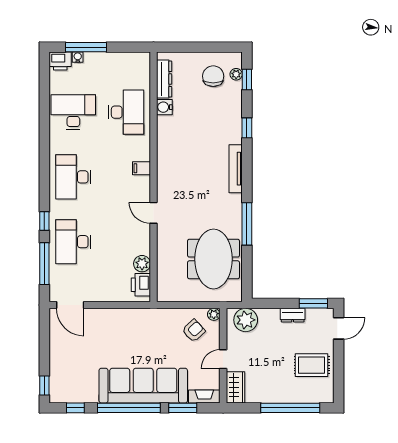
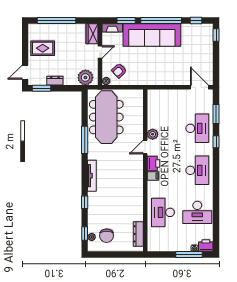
water cooler: (164, 107) -> (138, 216), removed
door: (154, 213) -> (145, 147), swing flipped
meeting table: (214, 259) -> (106, 117), width x1.36
window: (44, 264) -> (216, 114), width x0.69
plant: (142, 264) -> (153, 134), moved
printer: (141, 285) -> (153, 163), moved

